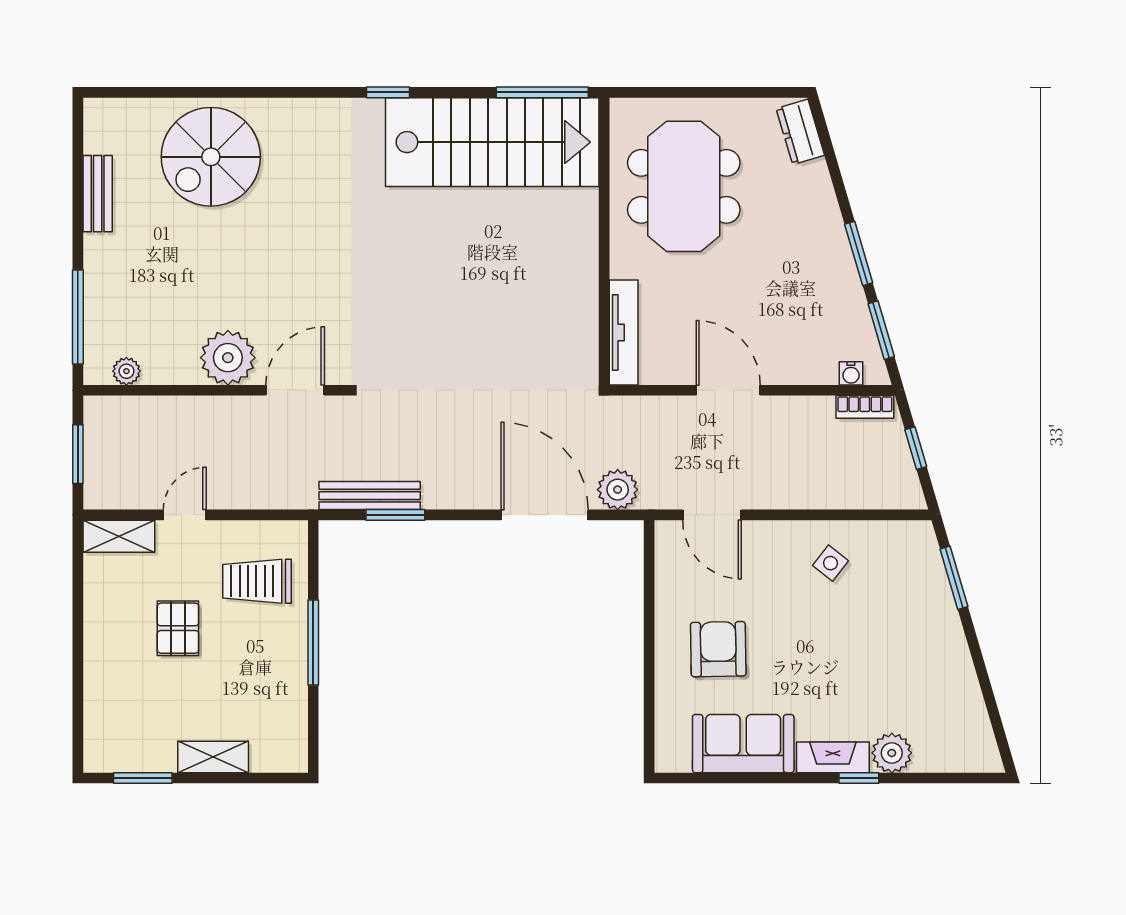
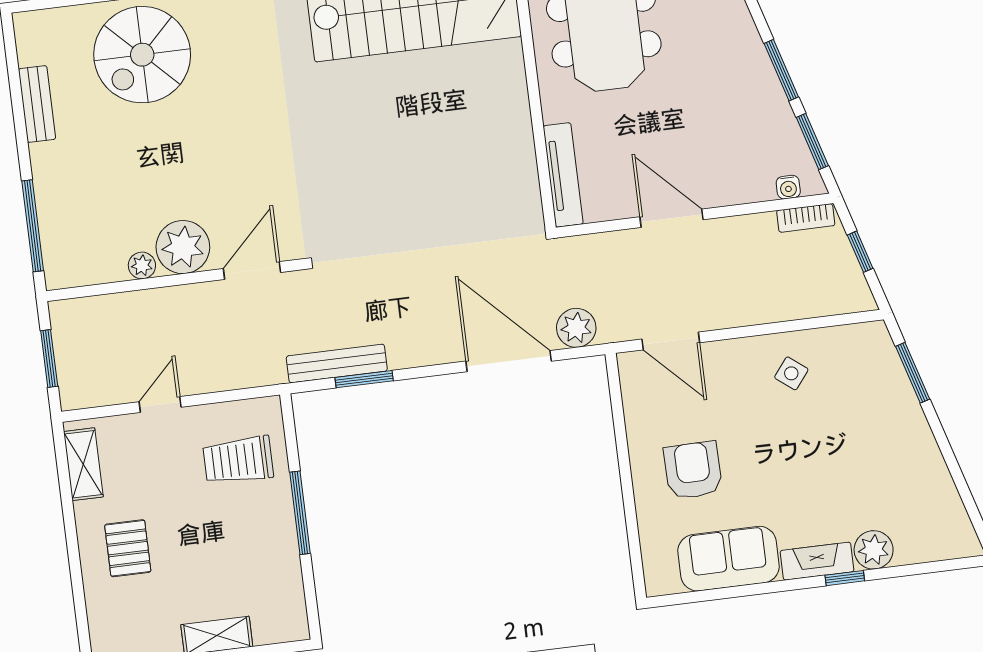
plant: (126, 371) -> (142, 265), moved
shelving: (119, 536) -> (83, 464), moved, turned 90
pallet: (178, 628) -> (128, 548), moved

